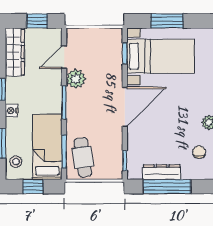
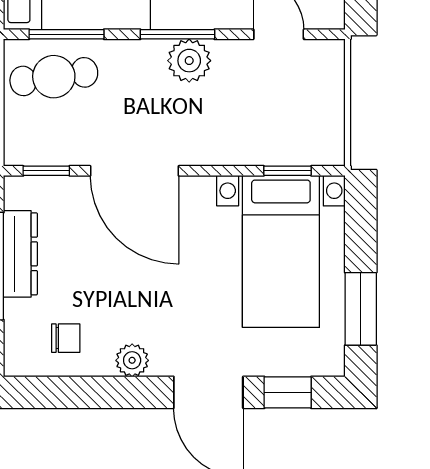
window: (167, 21) -> (361, 309), moved
plant: (76, 79) -> (189, 61), moved
door: (125, 107) -> (135, 171), moved

